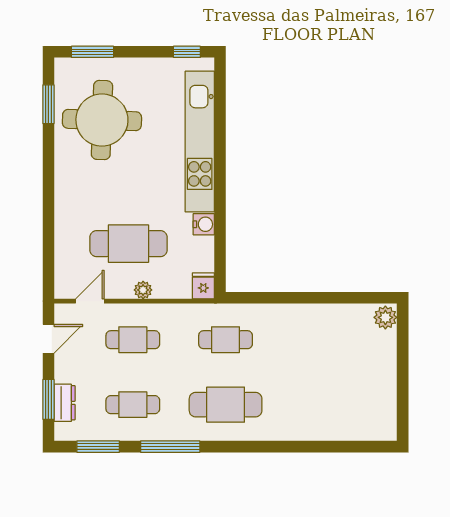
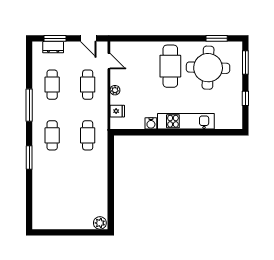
window: (187, 52) -> (245, 98), moved
kitchen unit: (200, 142) -> (186, 121), width x0.73
cafe table: (128, 244) -> (170, 66), moved
fridge: (203, 286) -> (117, 111), moved
cafe table: (226, 405) -> (52, 135), width x0.73, depth x0.74
window: (98, 447) -> (29, 157), moved

